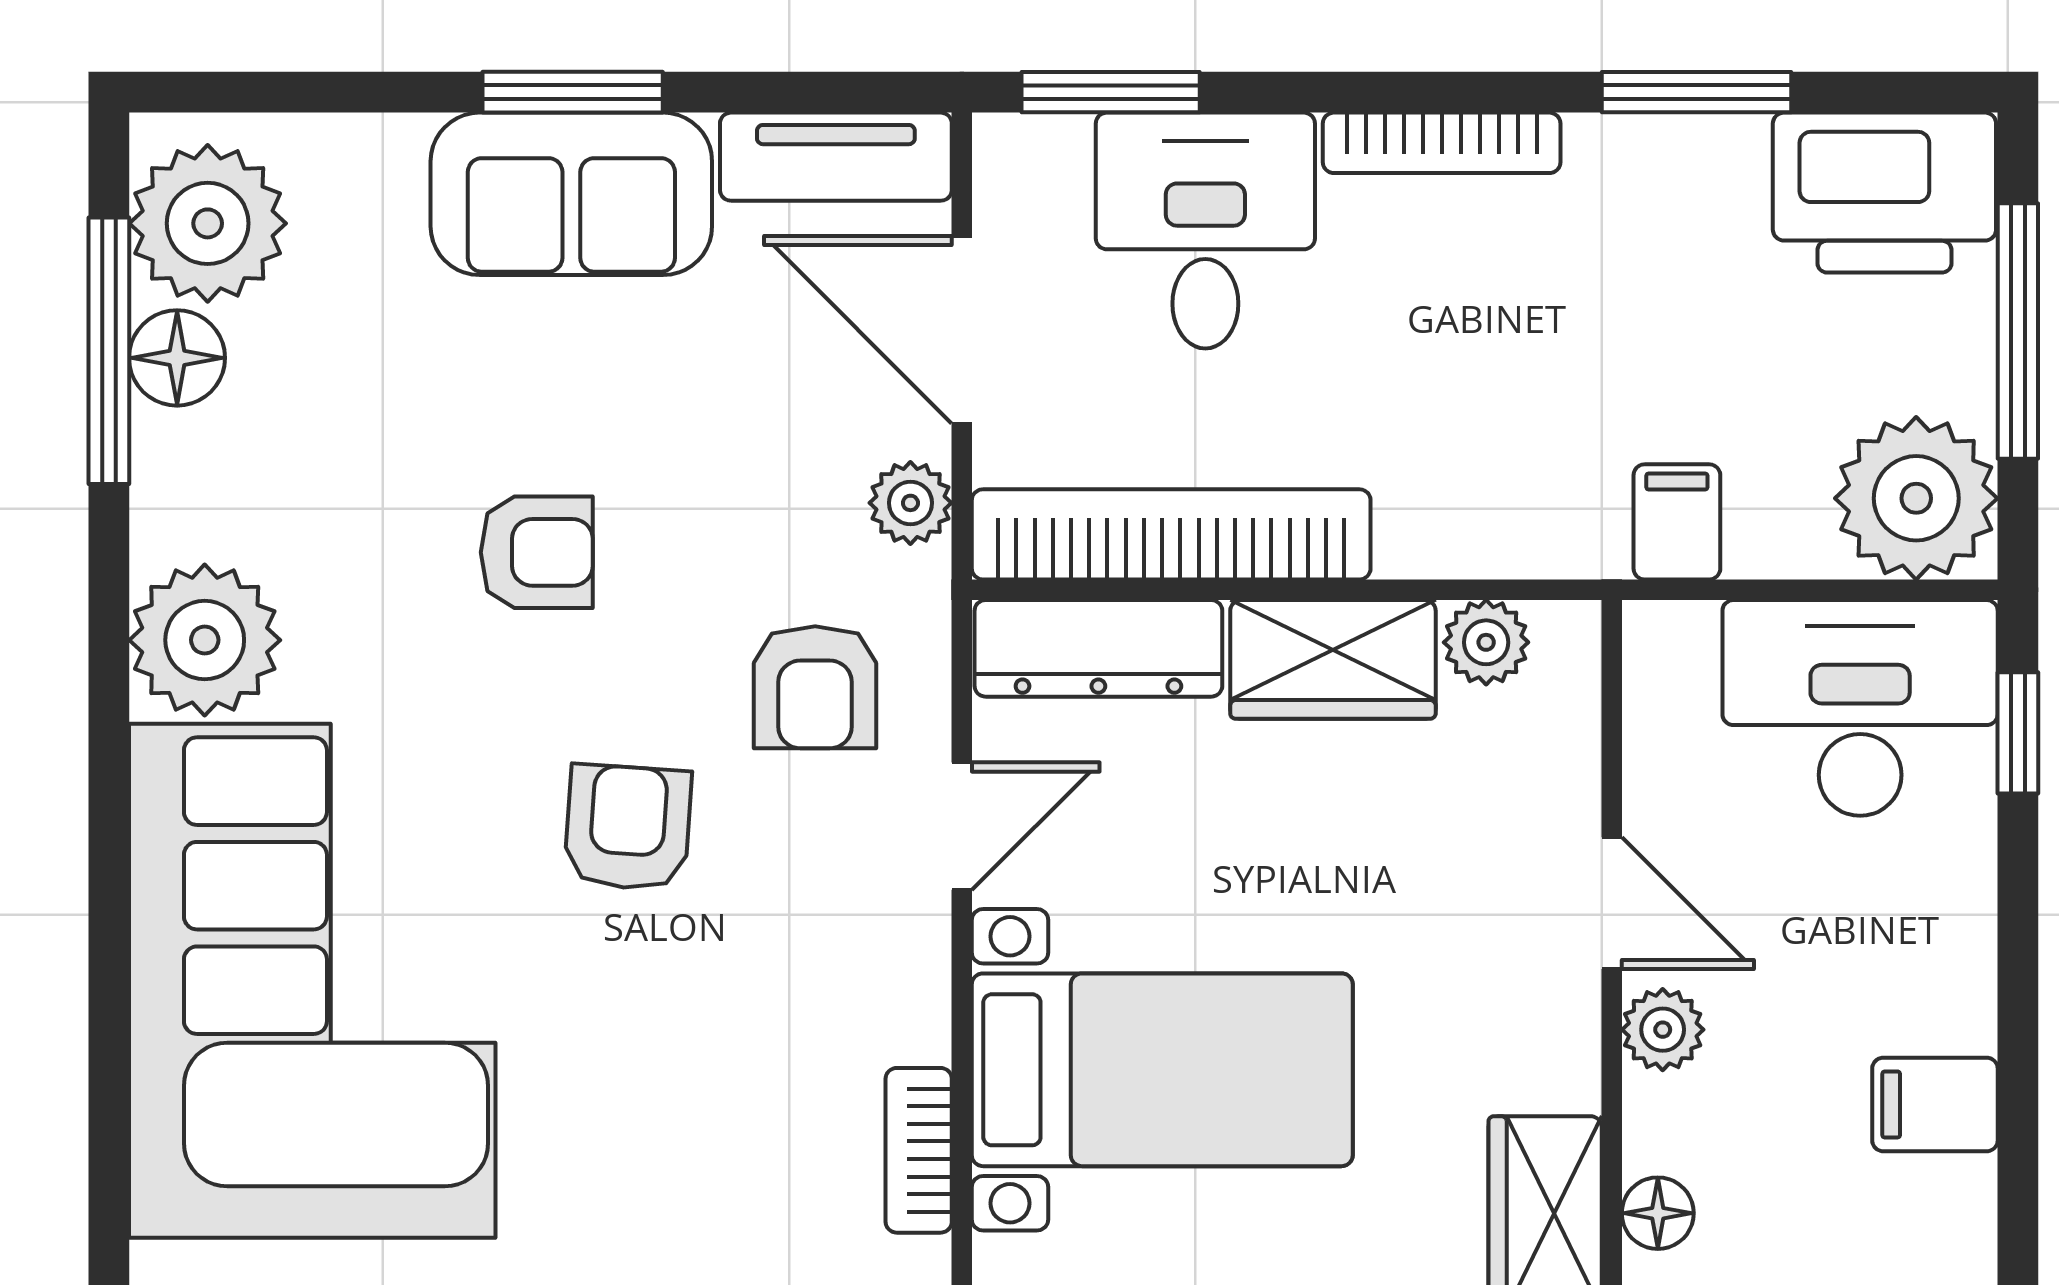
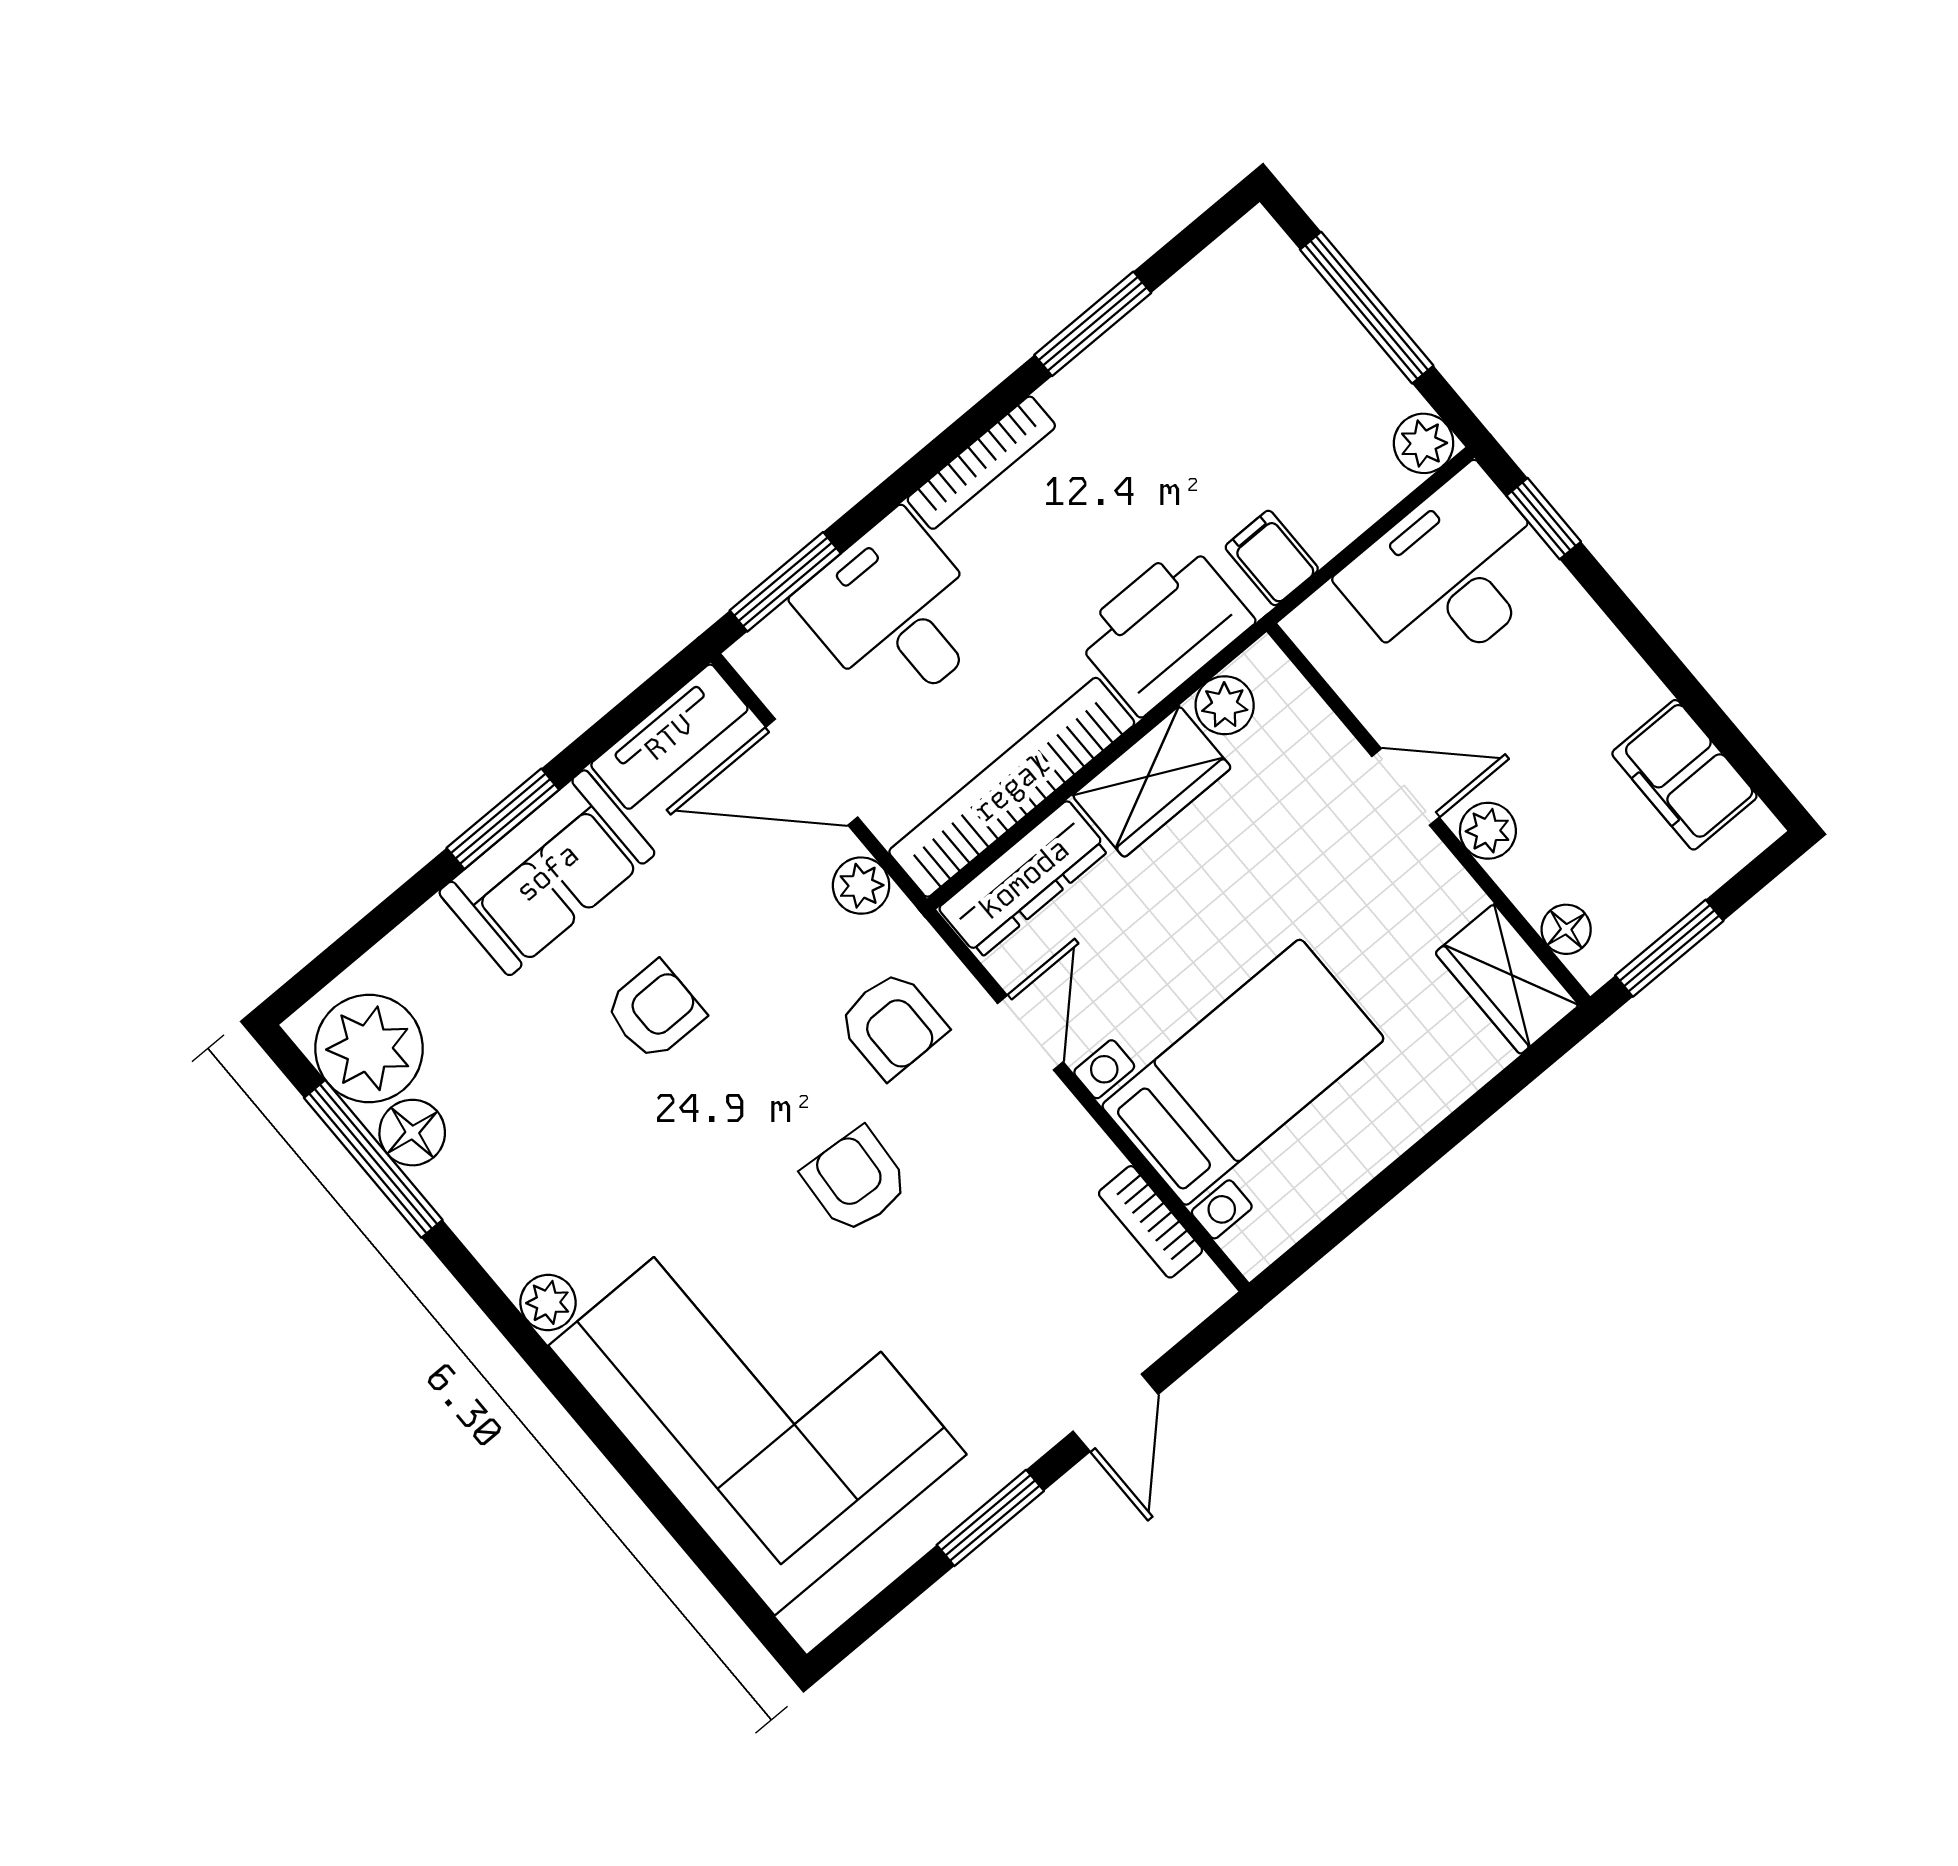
printer: (1884, 193) -> (1164, 629), moved, turned 180
plant: (1916, 498) -> (1424, 443), width x0.53, depth x0.53
armchair: (537, 552) -> (655, 1011), moved
plant: (205, 640) -> (548, 1302), width x0.53, depth x0.53
filing cabinet: (1935, 1104) -> (1684, 775), width x2.00

